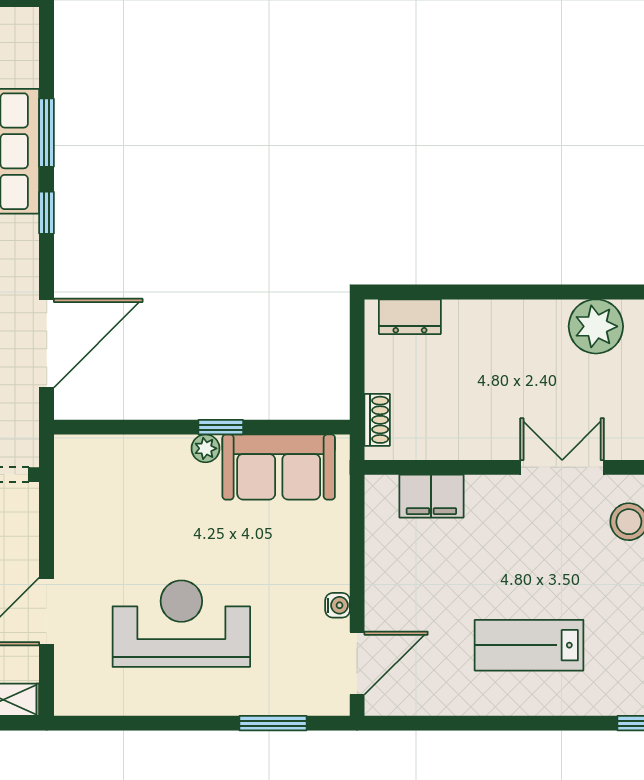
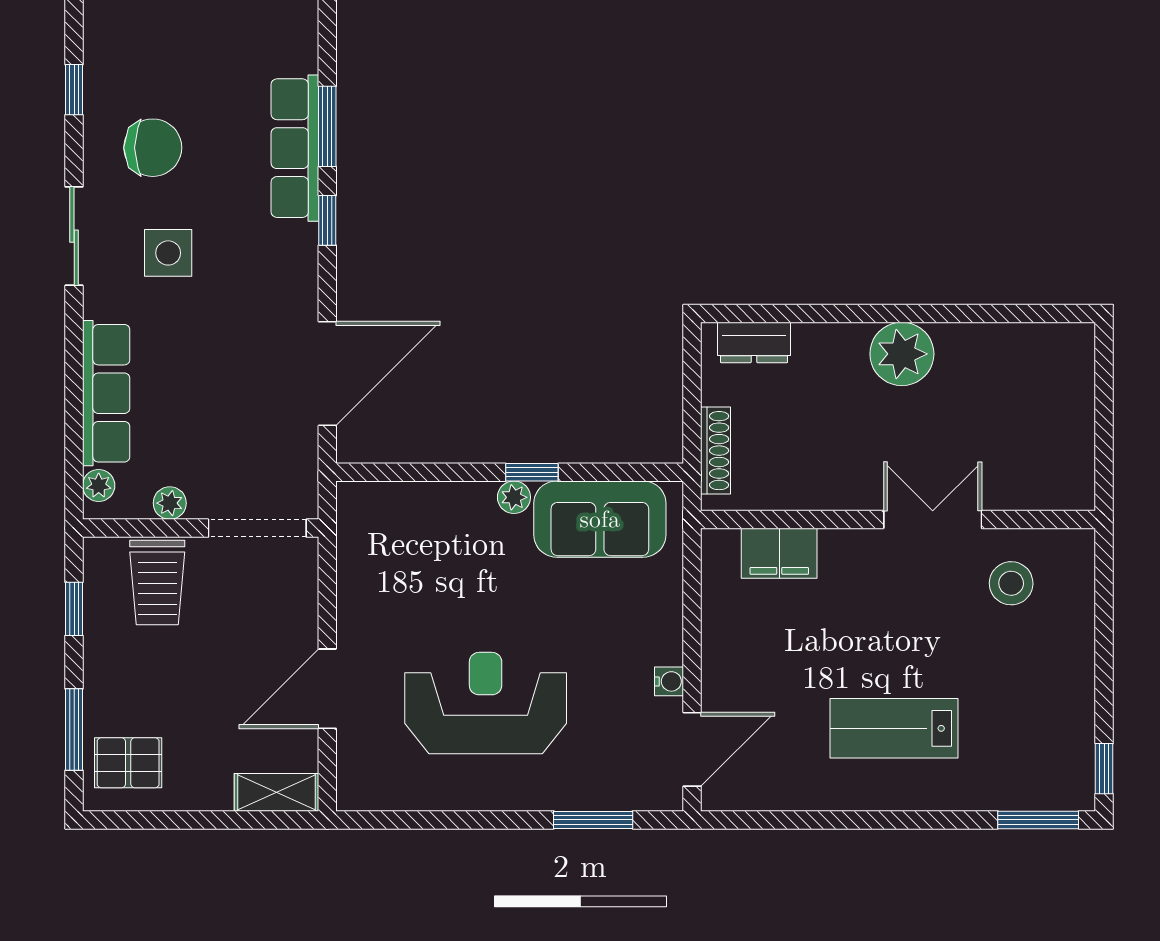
plant: (596, 326) -> (902, 354), moved
shoe rack: (377, 420) -> (715, 451), width x1.43

